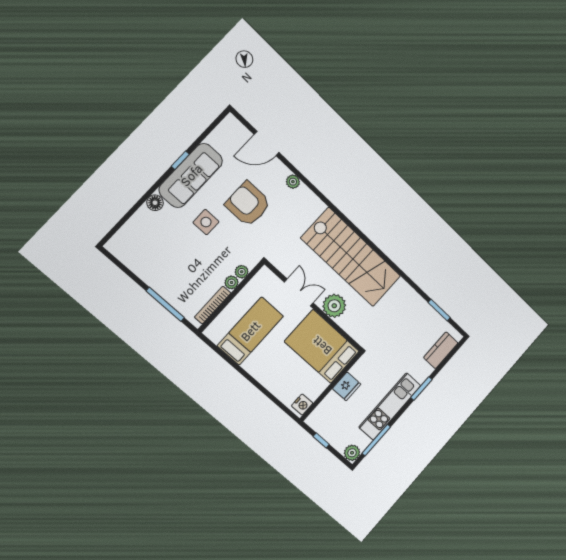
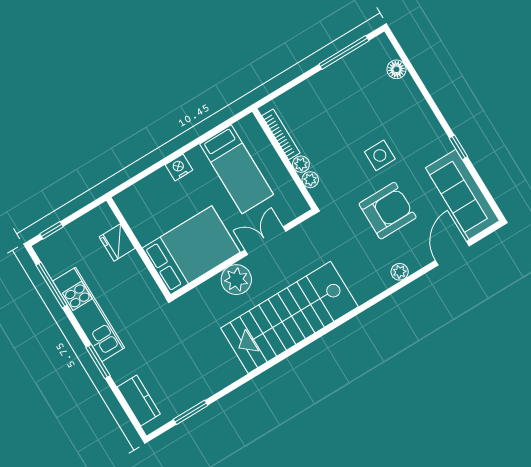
sofa: (191, 175) -> (462, 194), moved
floor lamp: (155, 203) -> (396, 69), moved
double door: (299, 292) -> (265, 241), swing flipped
window: (165, 304) -> (344, 52), moved
fridge: (347, 386) -> (117, 242), moved
nightstand: (302, 404) -> (179, 167), moved, turned 90
window: (321, 440) -> (51, 230), moved
plant: (352, 453) -> (46, 250), removed

